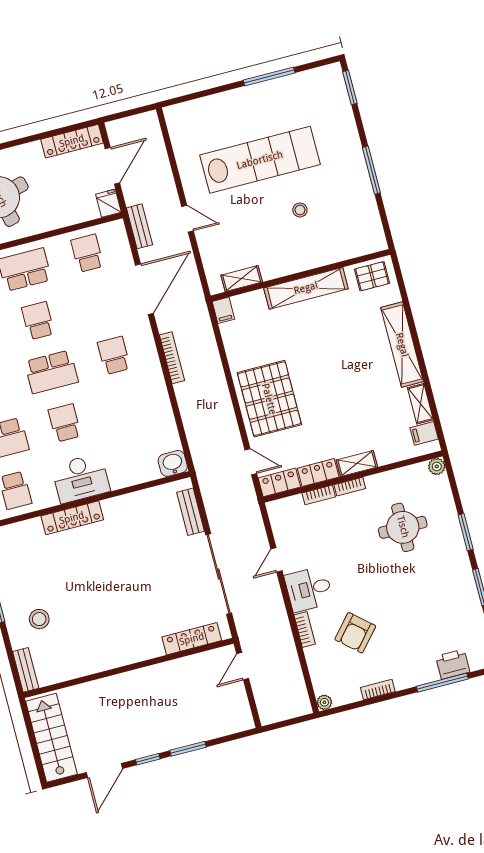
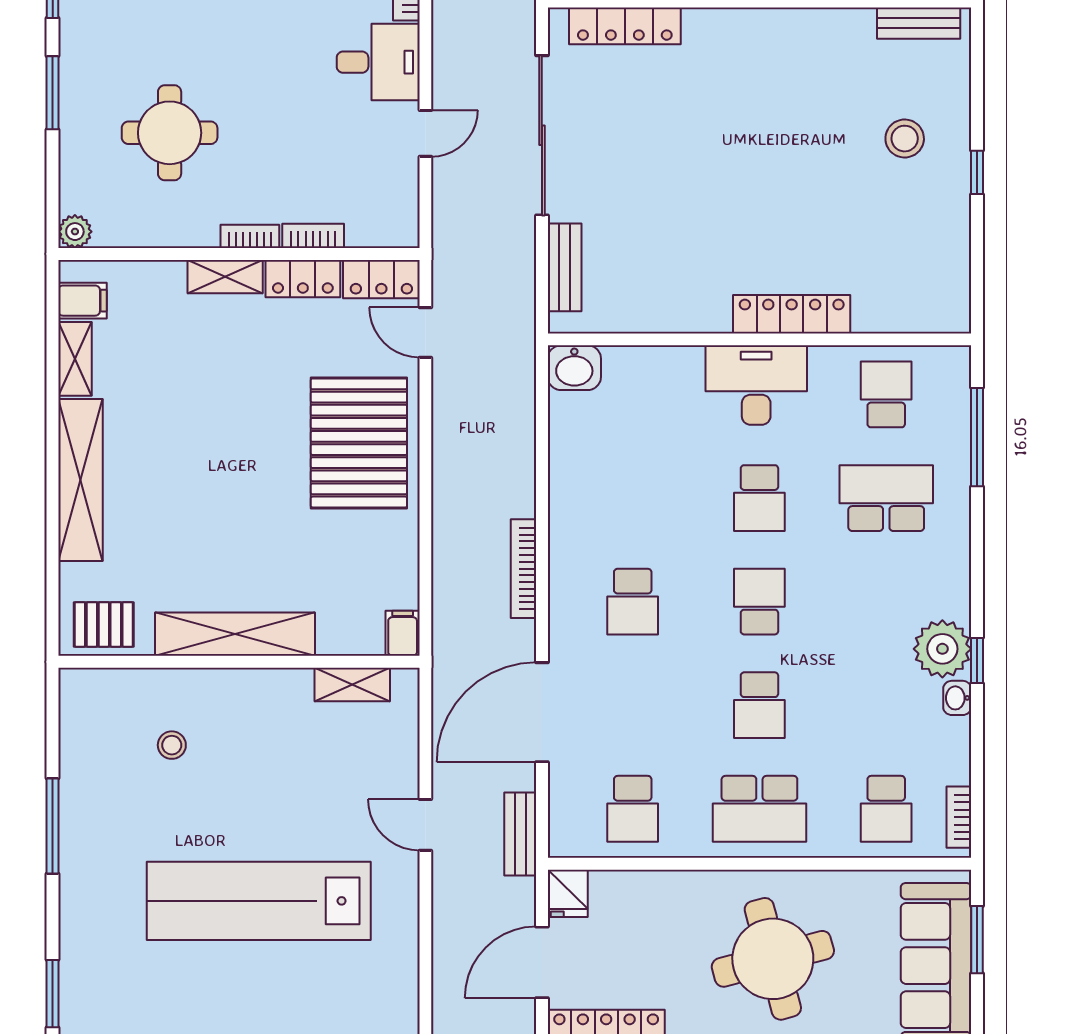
stool: (300, 210) -> (172, 745), moved
school desk: (51, 372) -> (759, 602), width x0.54
bench: (26, 670) -> (919, 23), moved, turned 90

